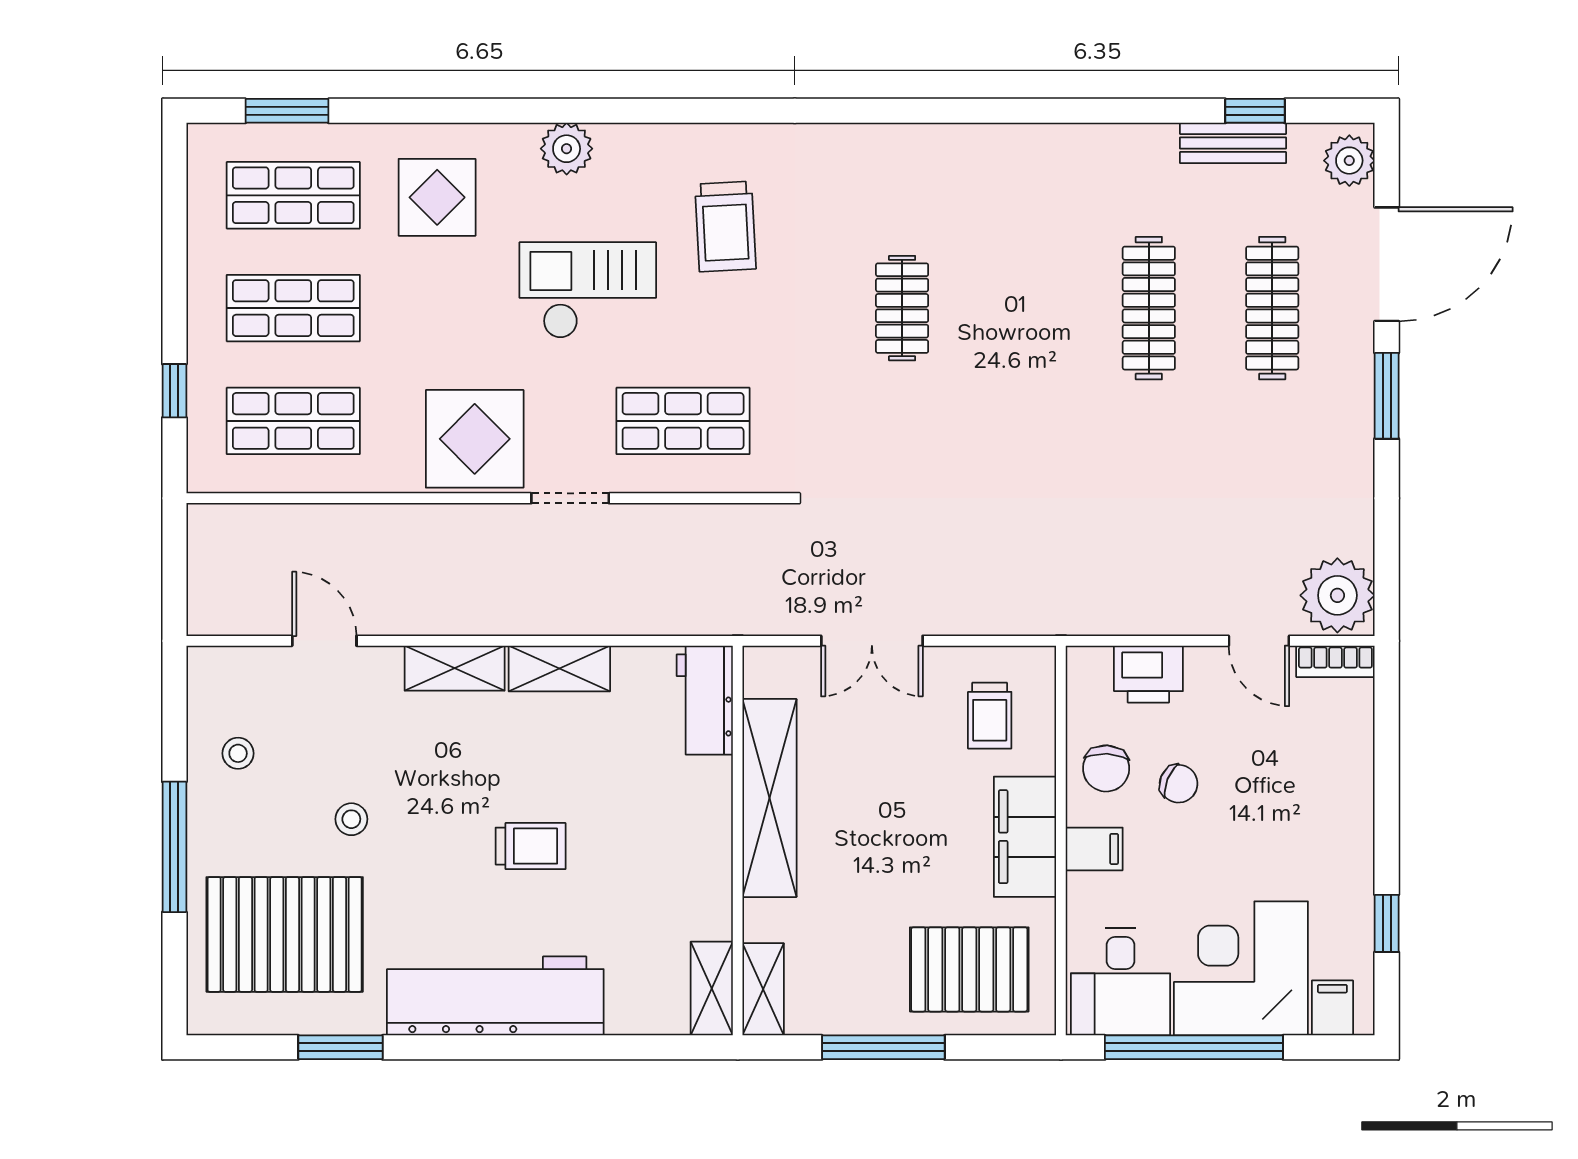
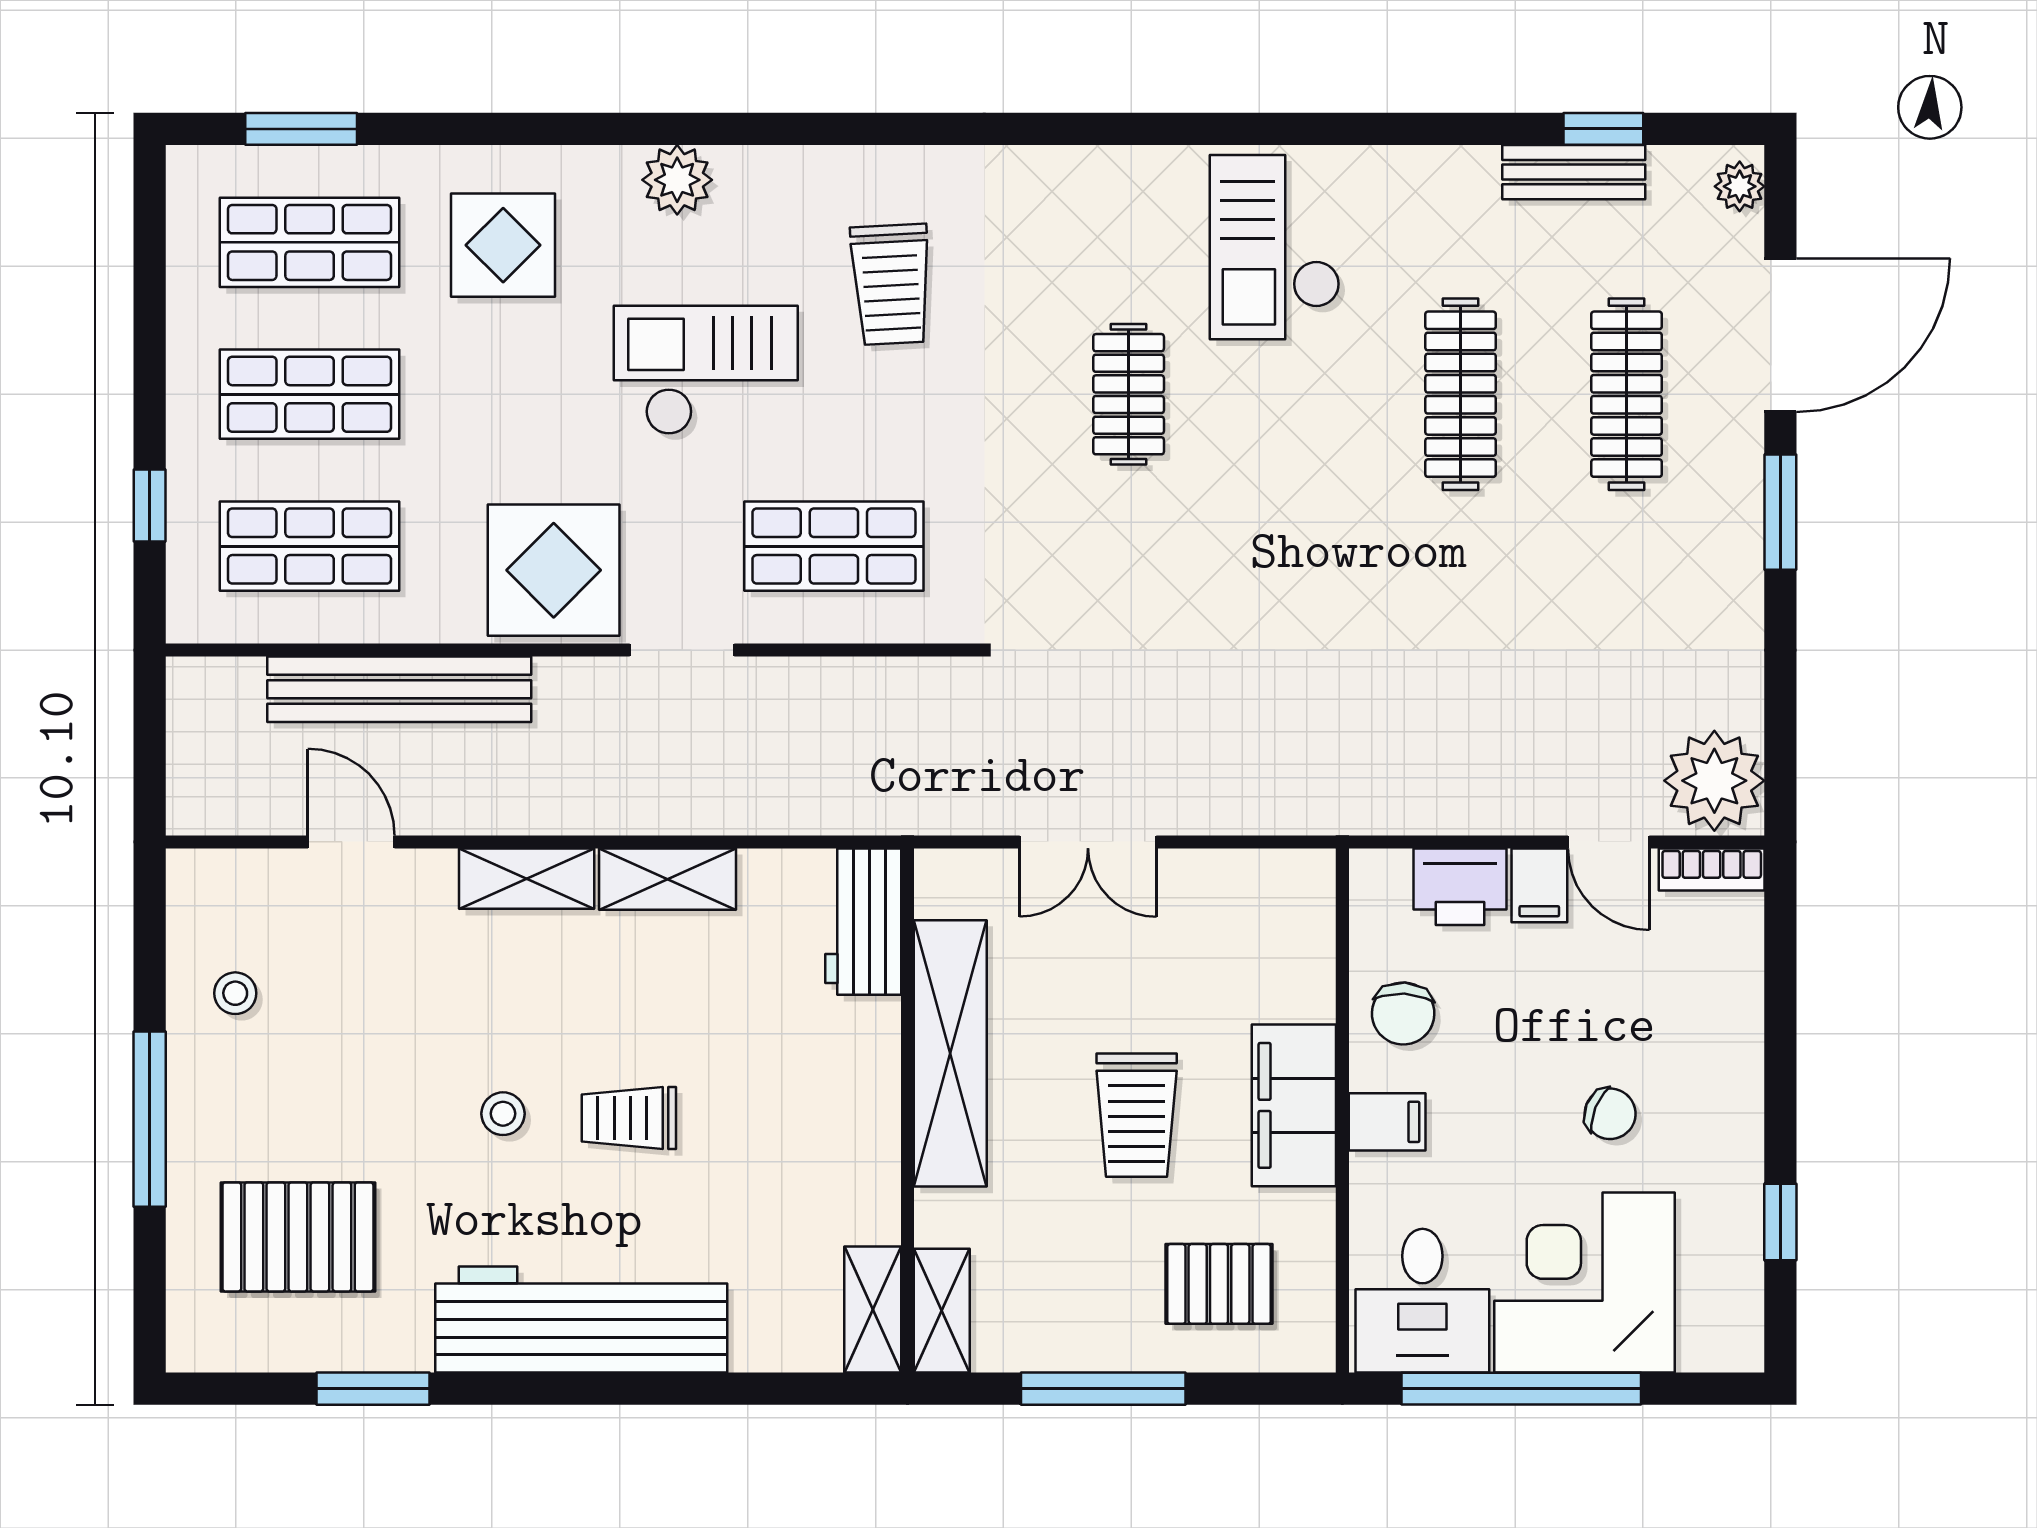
plant: (1349, 161) -> (1740, 186), width x0.73, depth x0.73
checkout: (1011, 199) -> (1275, 247), added
bench: (360, 527) -> (399, 689), added
trolley: (990, 716) -> (1137, 1115), moved, width x1.36, depth x1.39
chair: (1179, 784) -> (1610, 1114), moved
stool: (351, 819) -> (503, 1114), moved
trolley: (531, 846) -> (629, 1118), turned 180
pallet: (285, 934) -> (298, 1237), width x0.73, depth x0.71
pallet: (969, 969) -> (1219, 1284), width x0.67, depth x0.71
filing cabinet: (1332, 1008) -> (1539, 885), moved, turned 180

